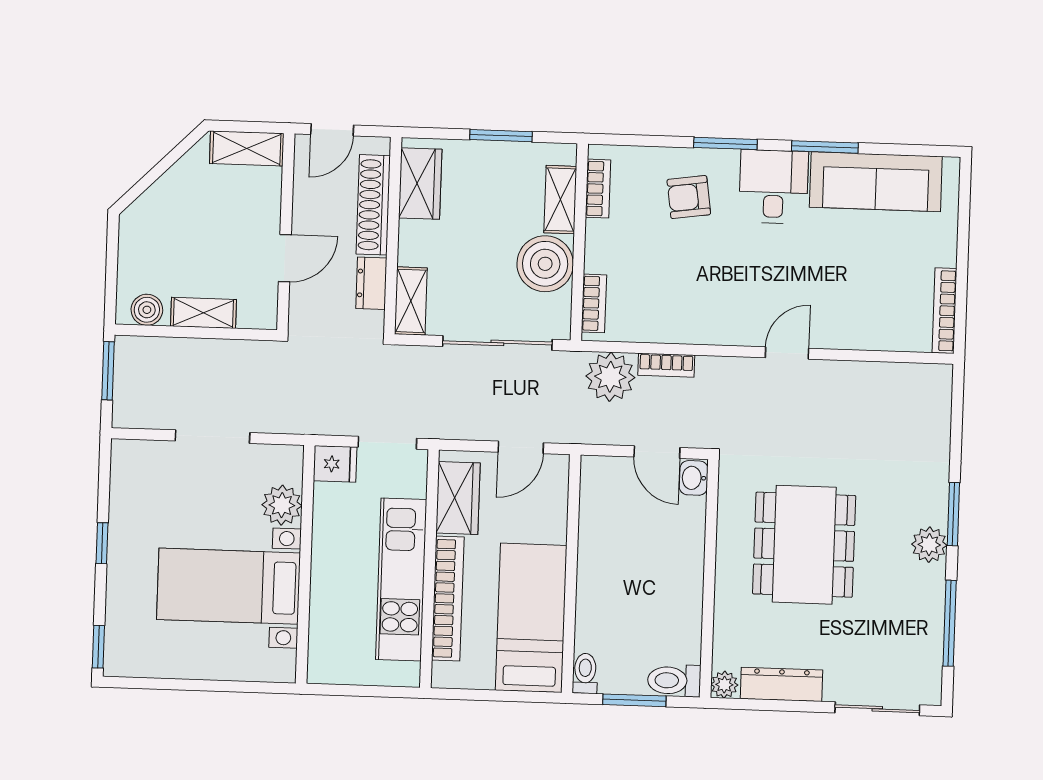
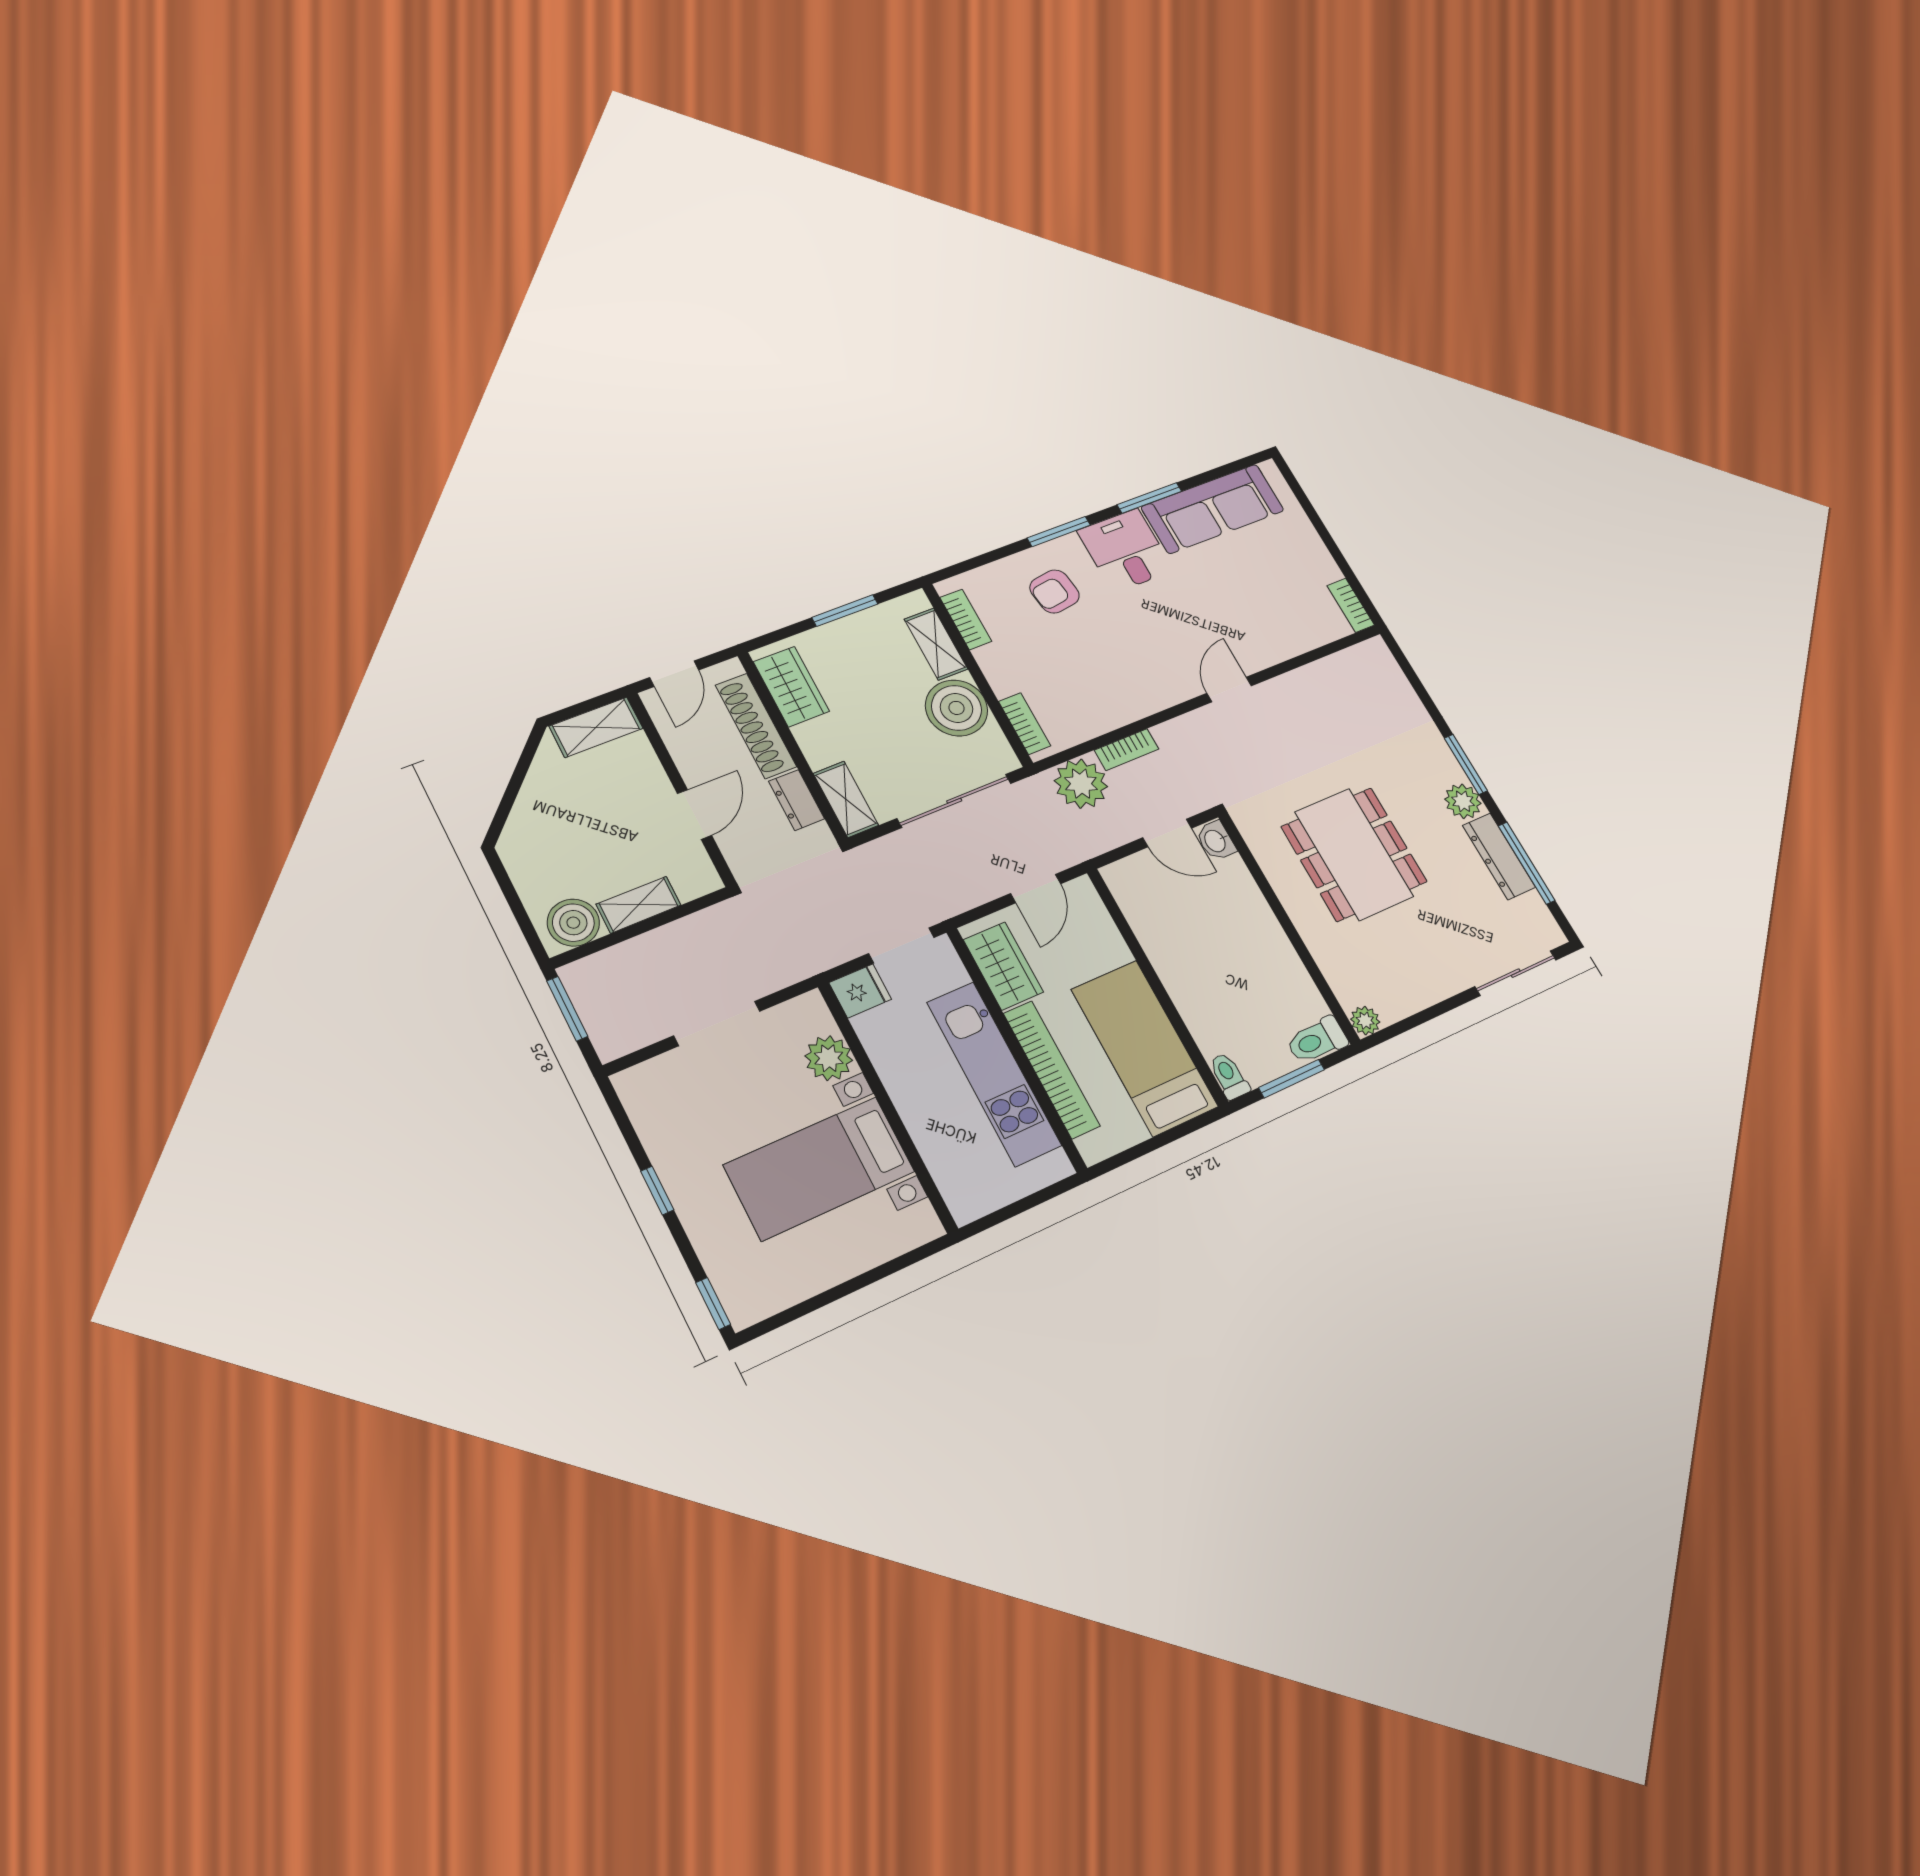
boiler: (147, 310) -> (573, 923), width x1.36, depth x1.36
bookcase: (944, 311) -> (1351, 605), width x0.64
dresser: (782, 684) -> (1499, 856), moved, turned -90

